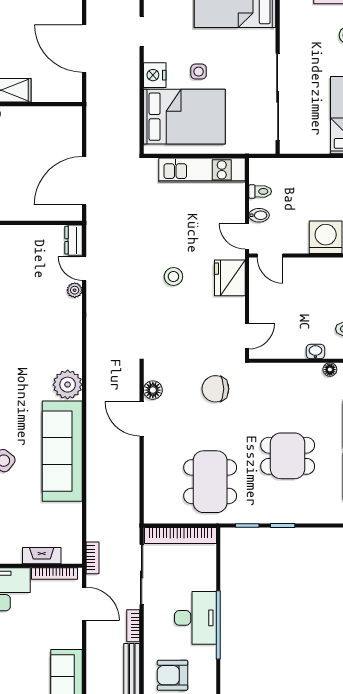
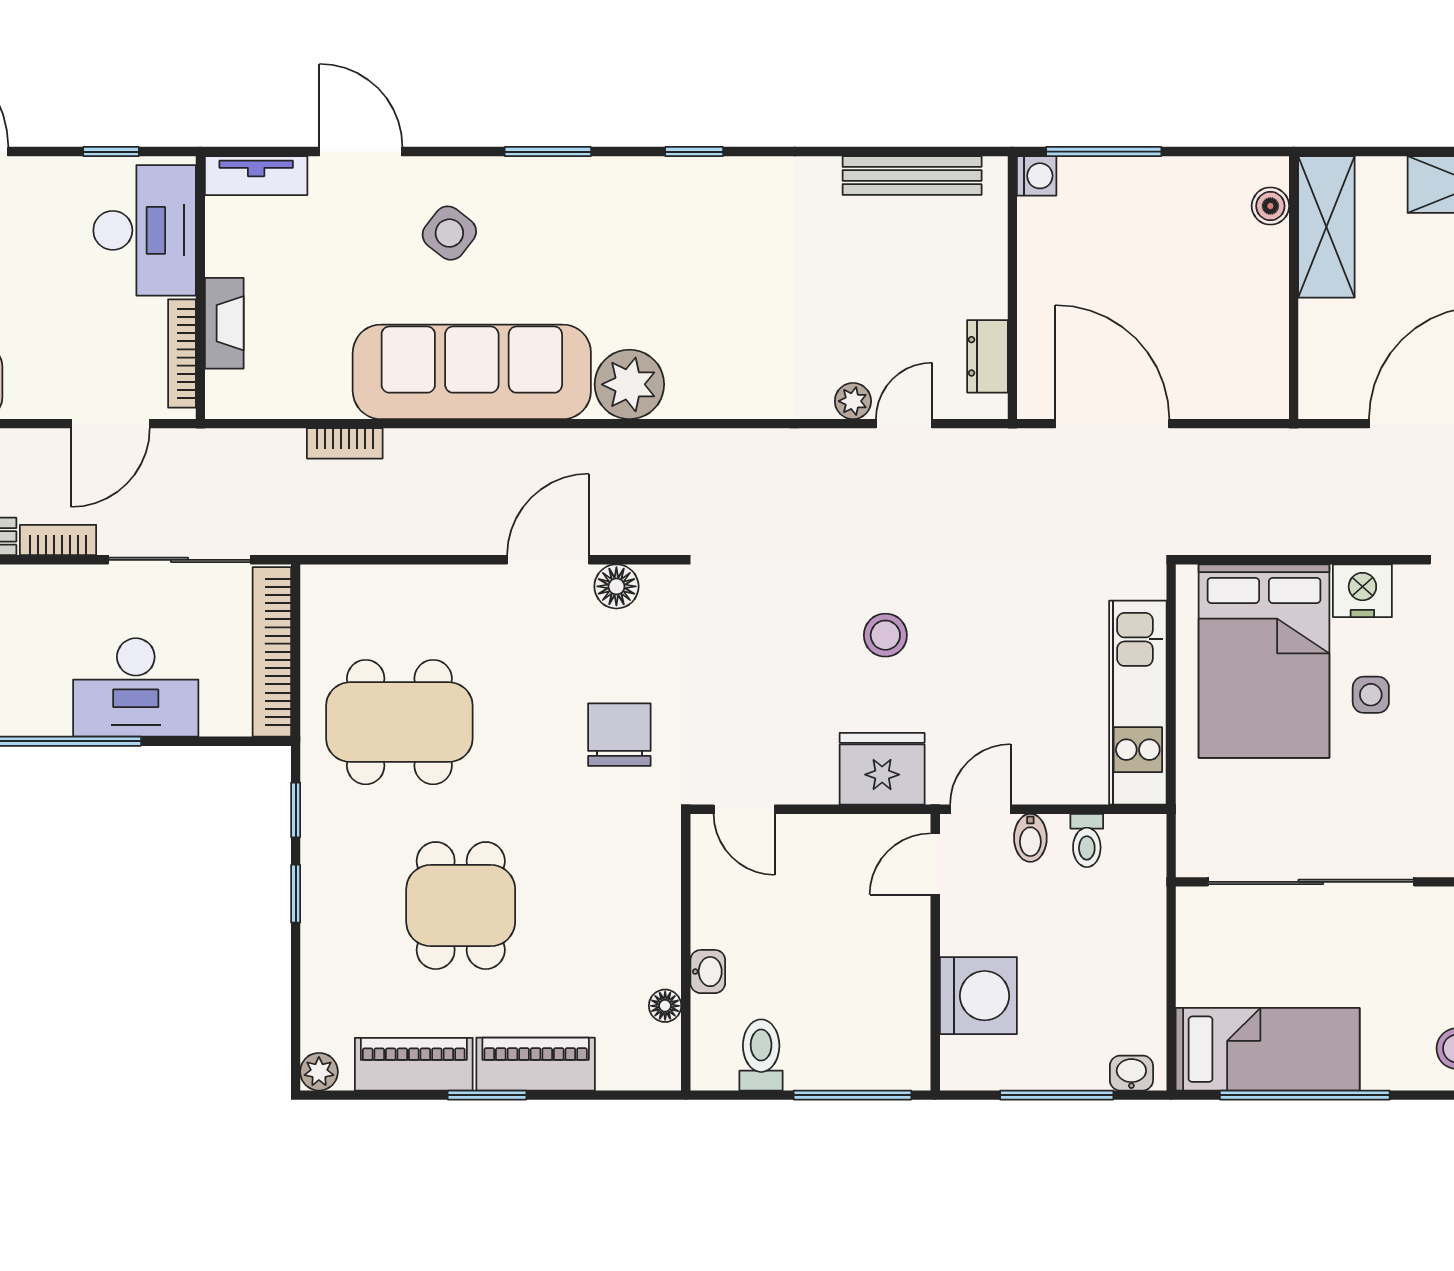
dresser: (74, 240) -> (987, 356), moved, turned -90
bookcase: (92, 558) -> (345, 443), moved
desk: (196, 618) -> (136, 687), moved

